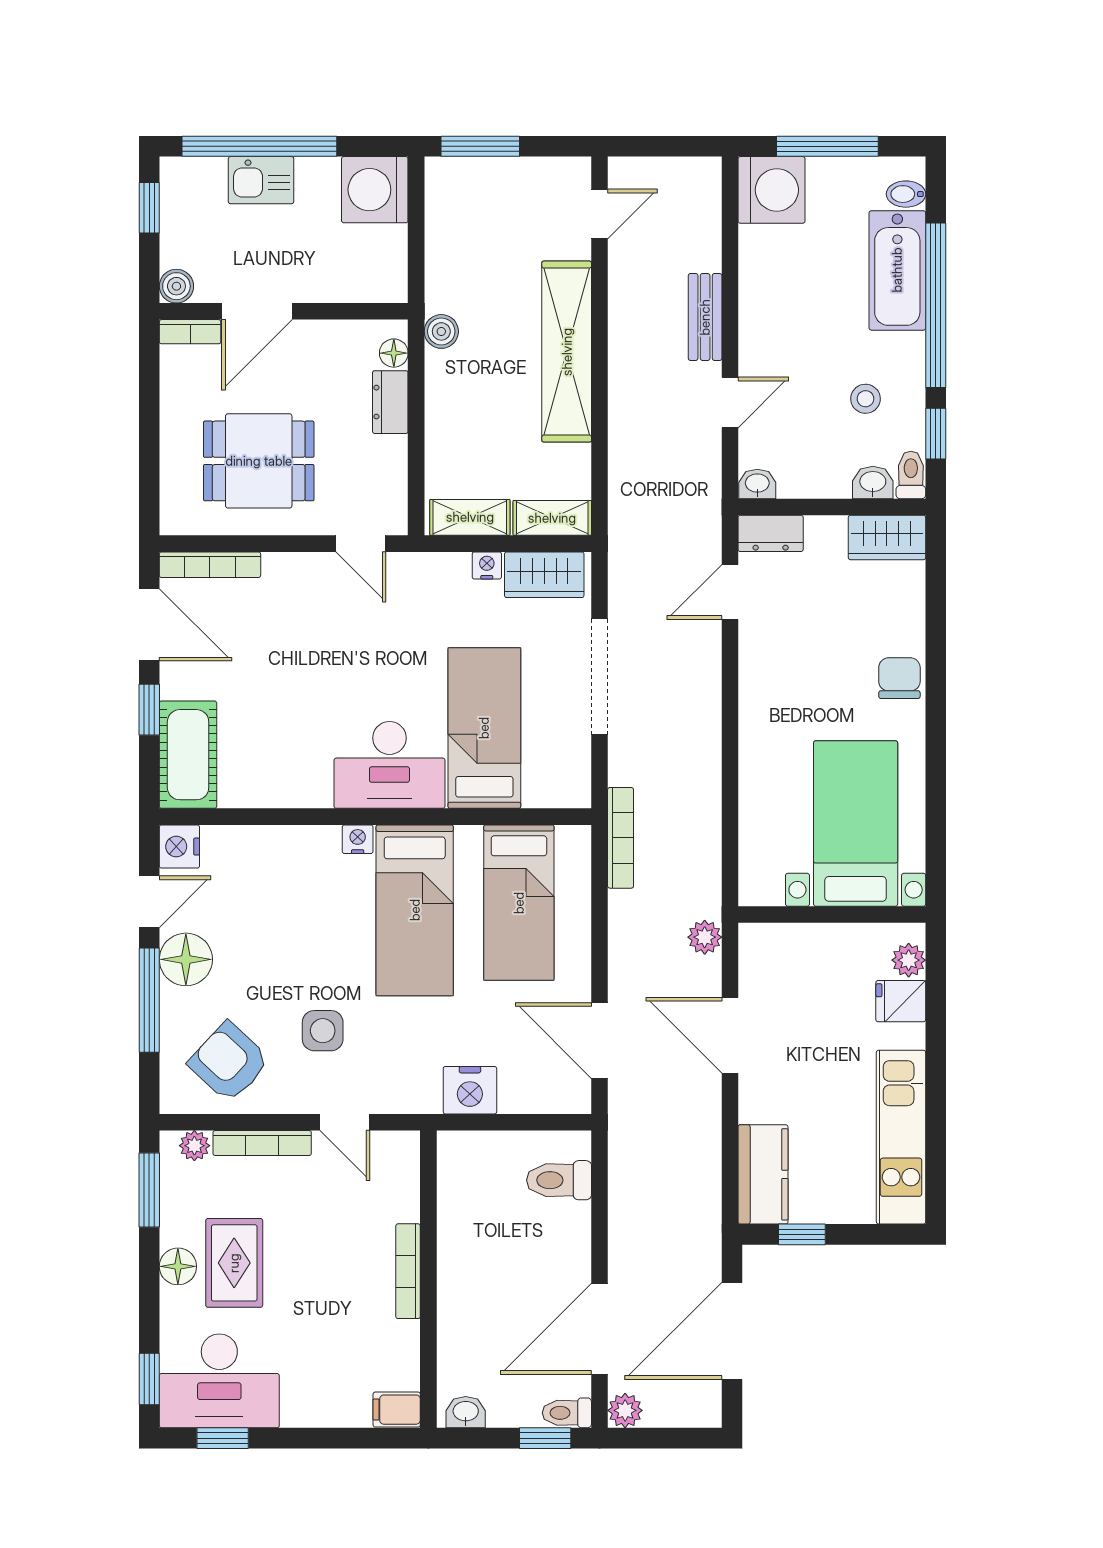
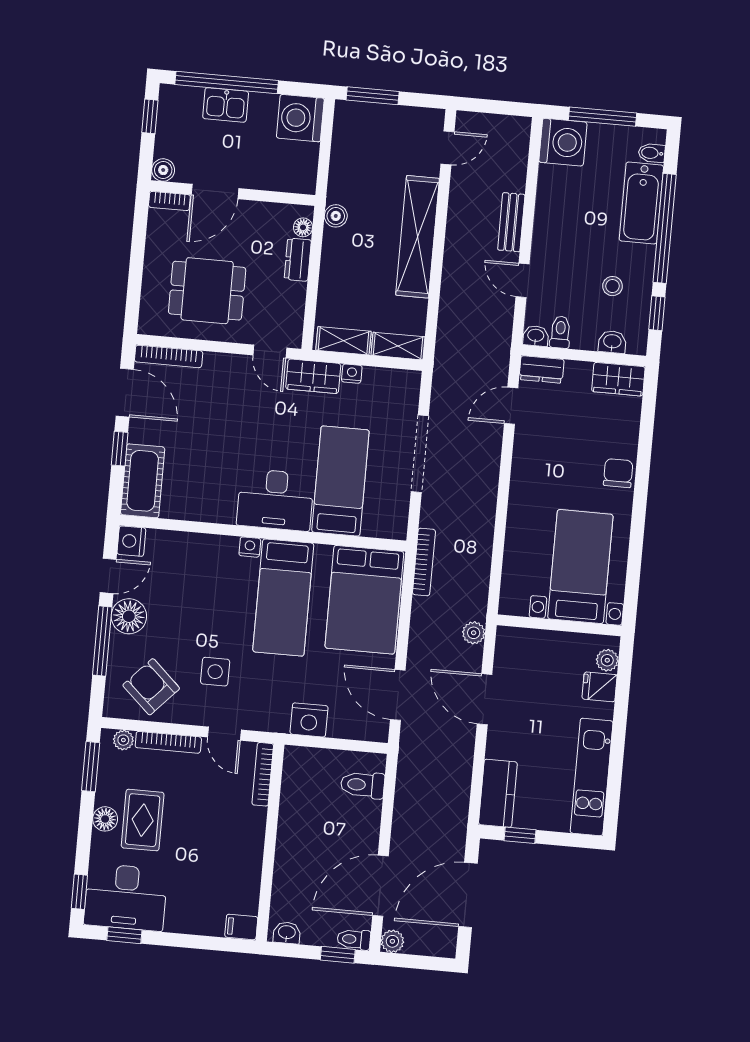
door: (730, 403) -> (523, 280), swing flipped
toilet: (911, 475) -> (560, 332), moved
wardrobe: (544, 575) -> (313, 376), moved
bed: (519, 903) -> (364, 600), width x1.50
bookcase: (408, 1271) -> (263, 774), moved

